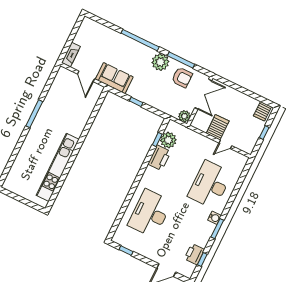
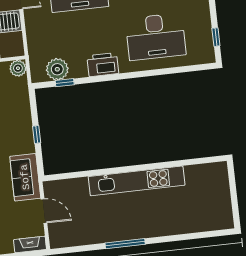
door: (86, 76) -> (44, 211), hinge flipped
printer: (159, 158) -> (103, 65), moved
kitchen unit: (58, 167) -> (137, 181), moved

